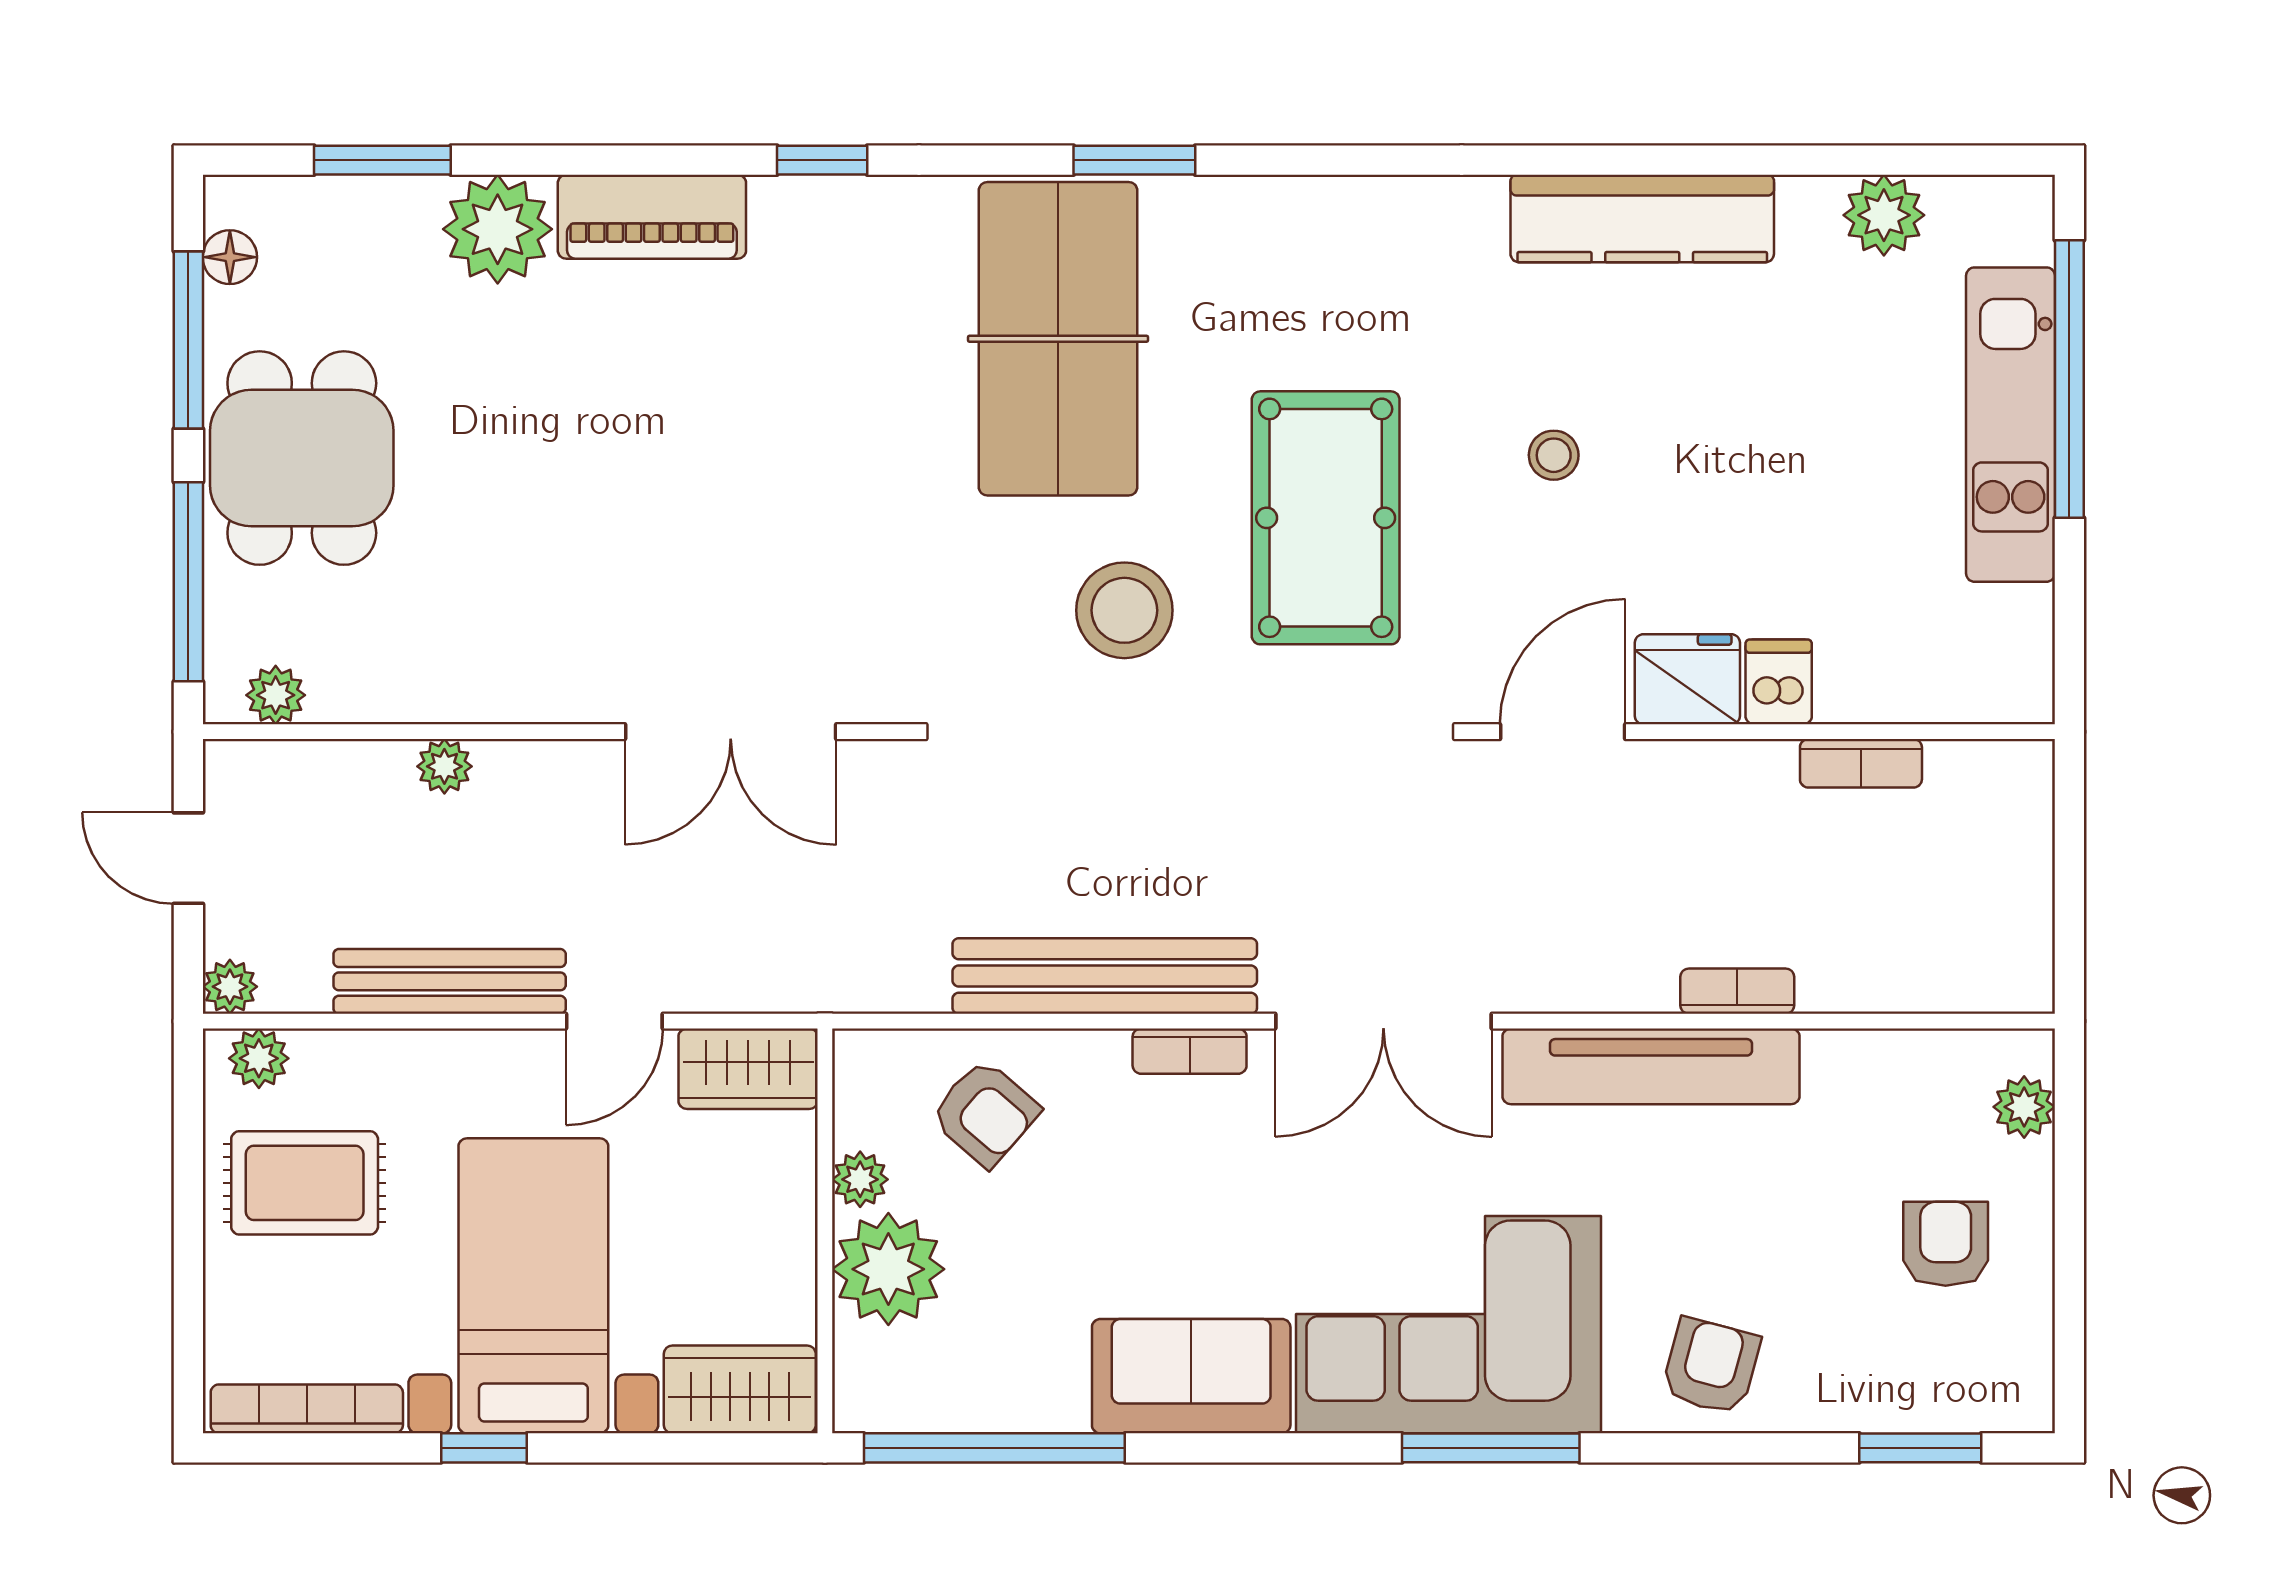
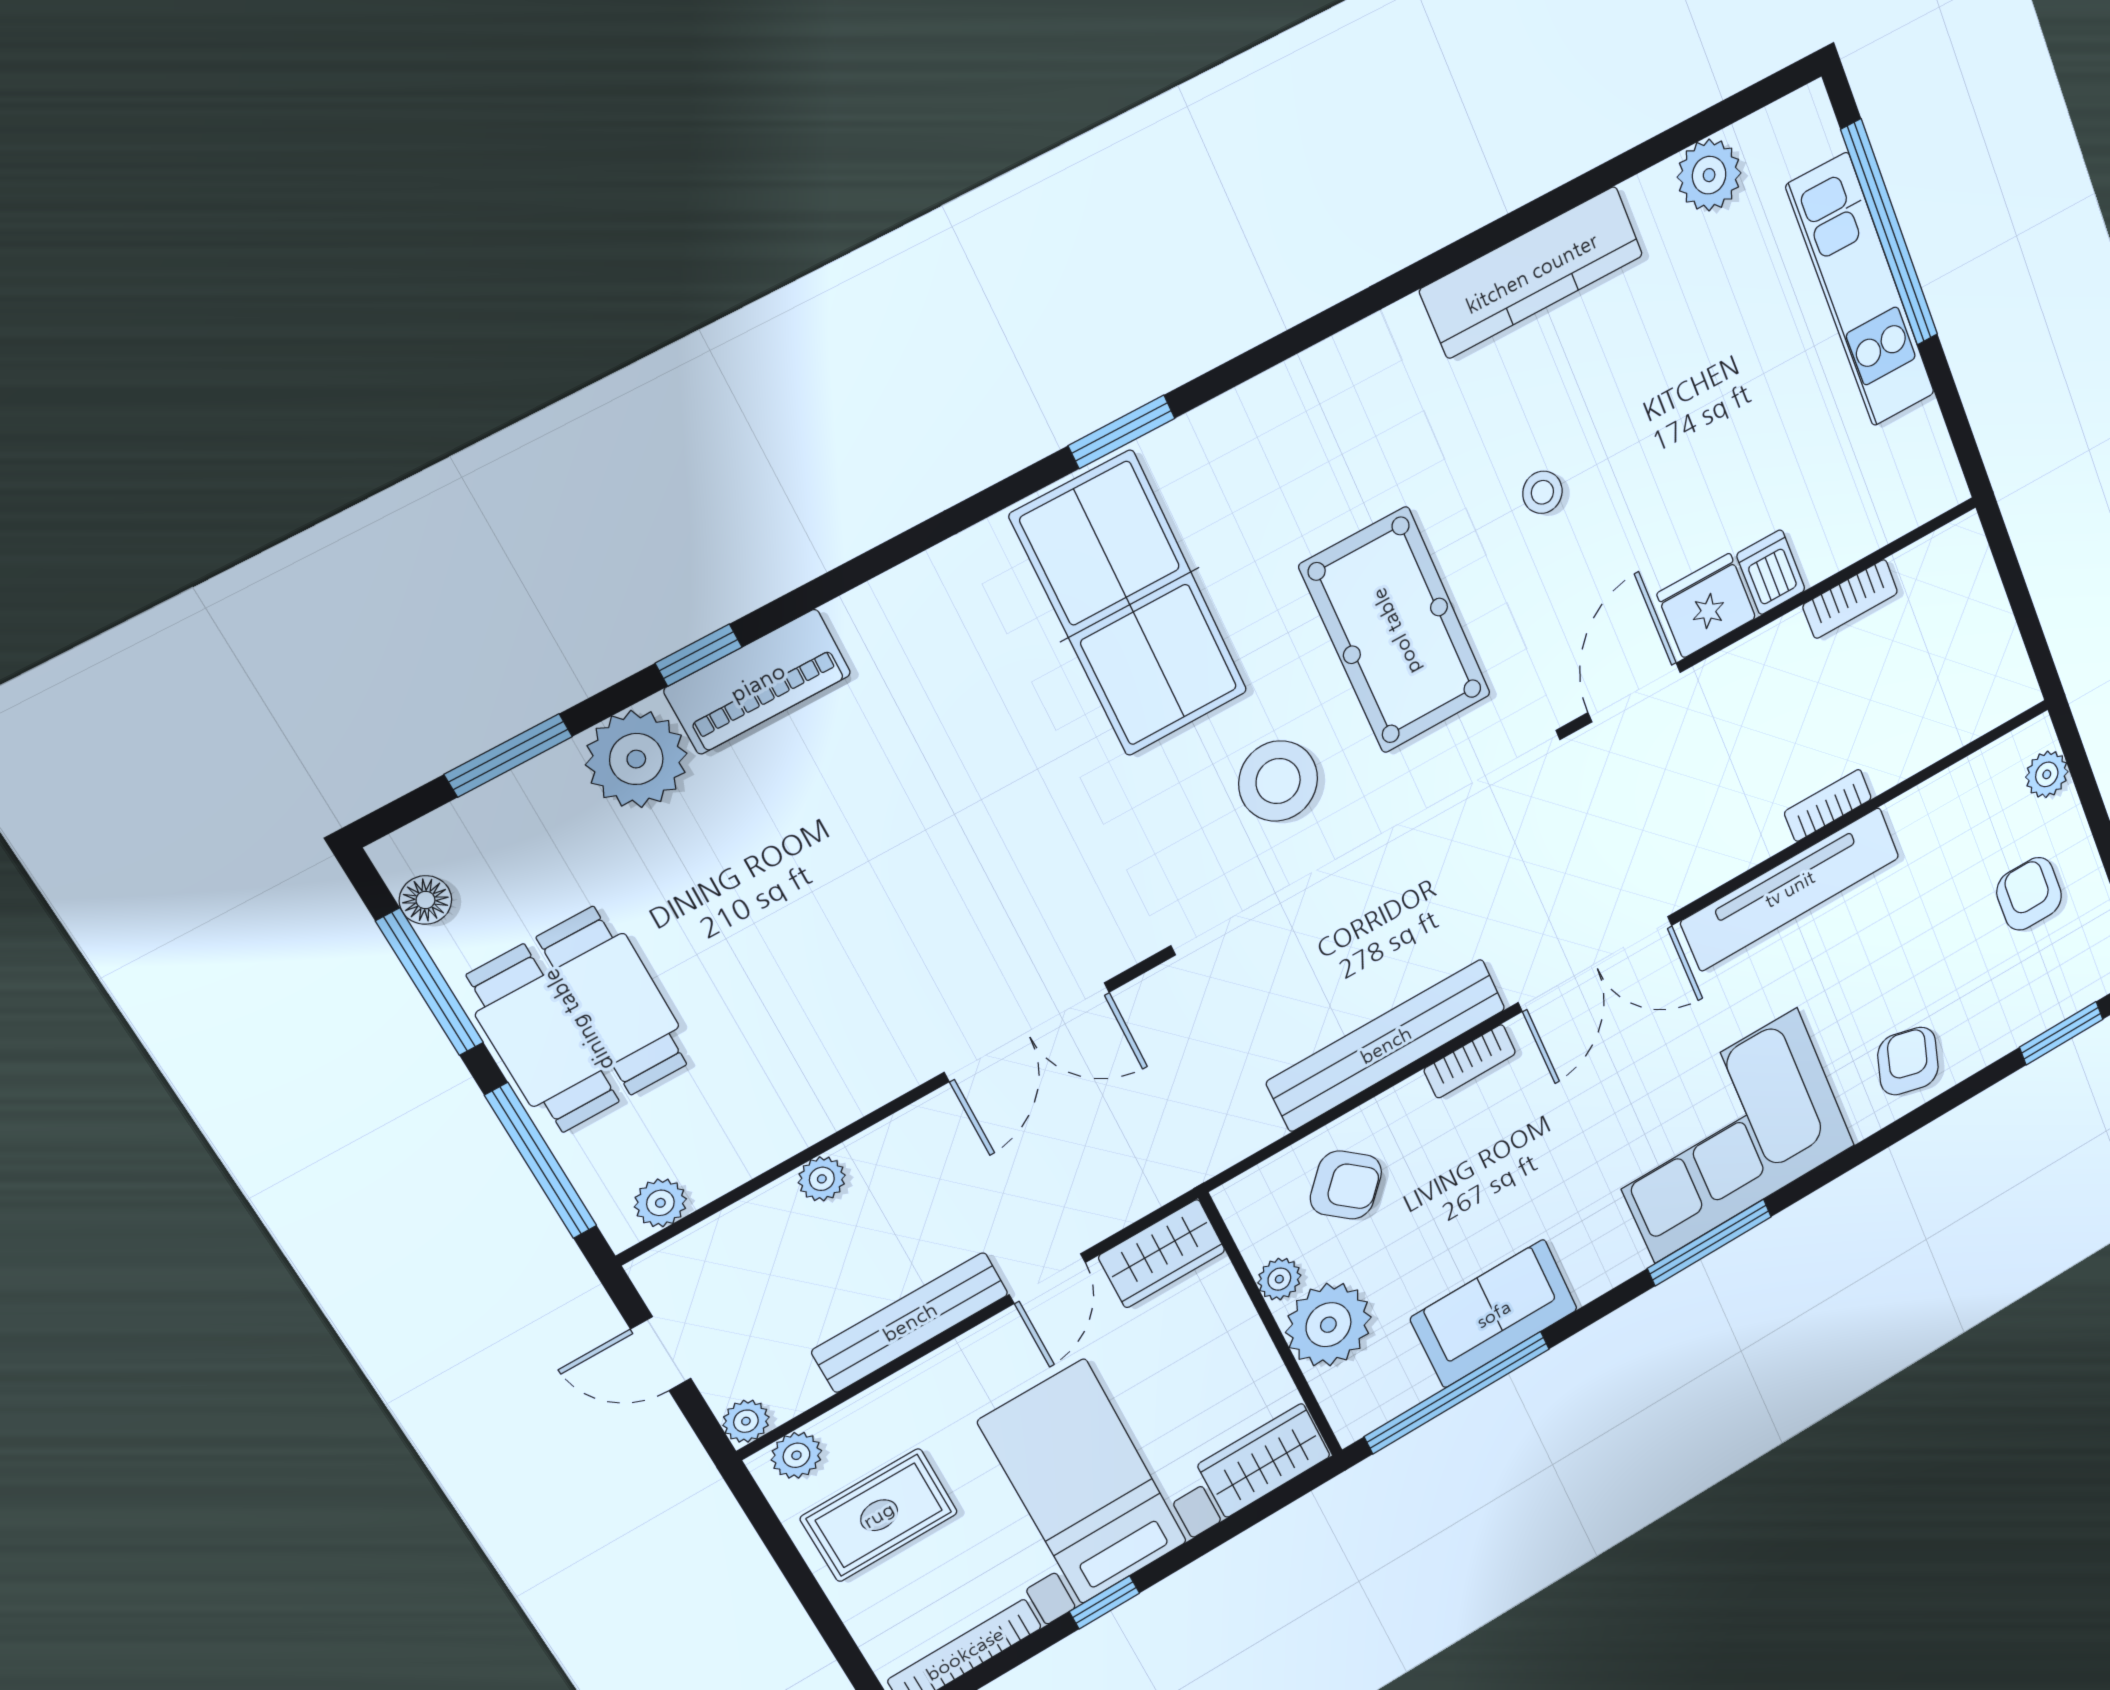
window: (822, 160) -> (699, 655), moved
sofa: (1191, 1376) -> (1494, 1314), moved
window: (1491, 1448) -> (1709, 1242), moved

